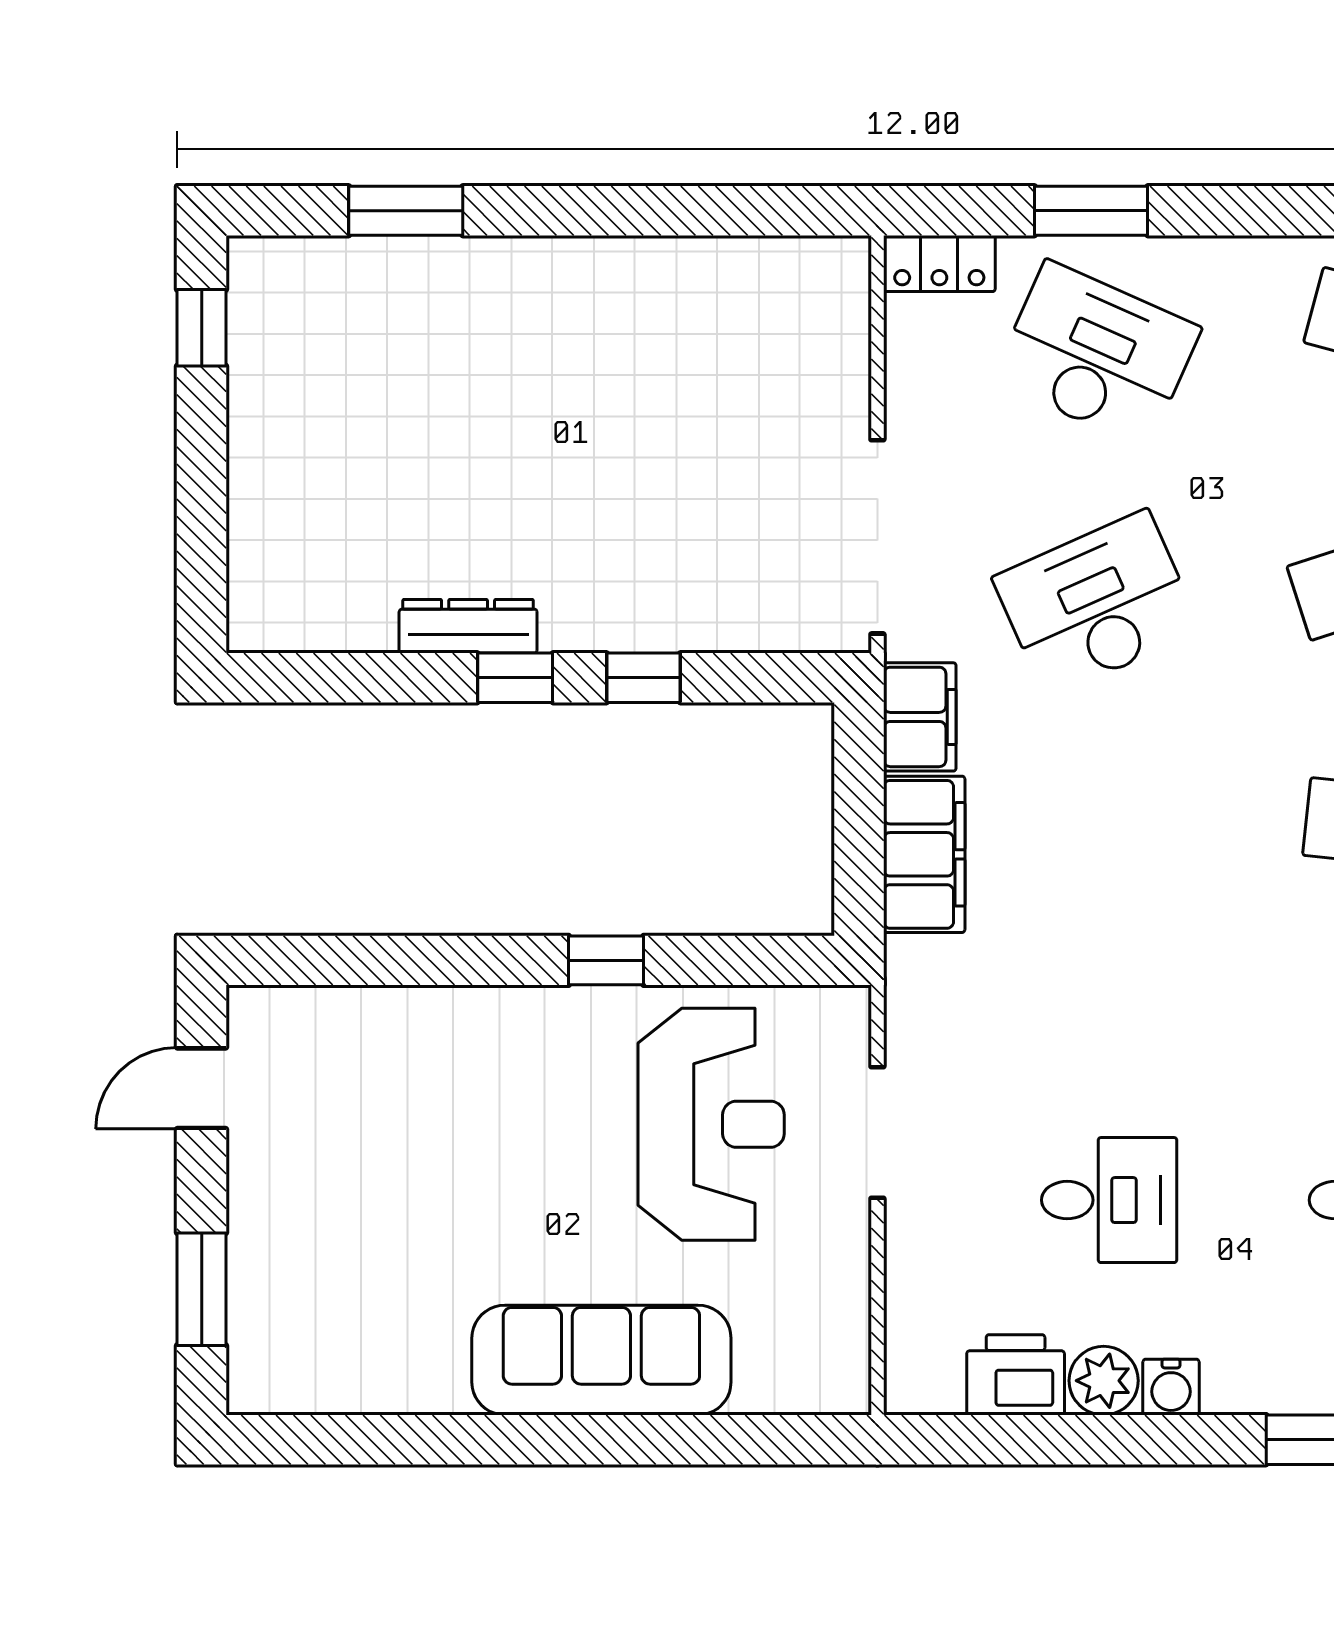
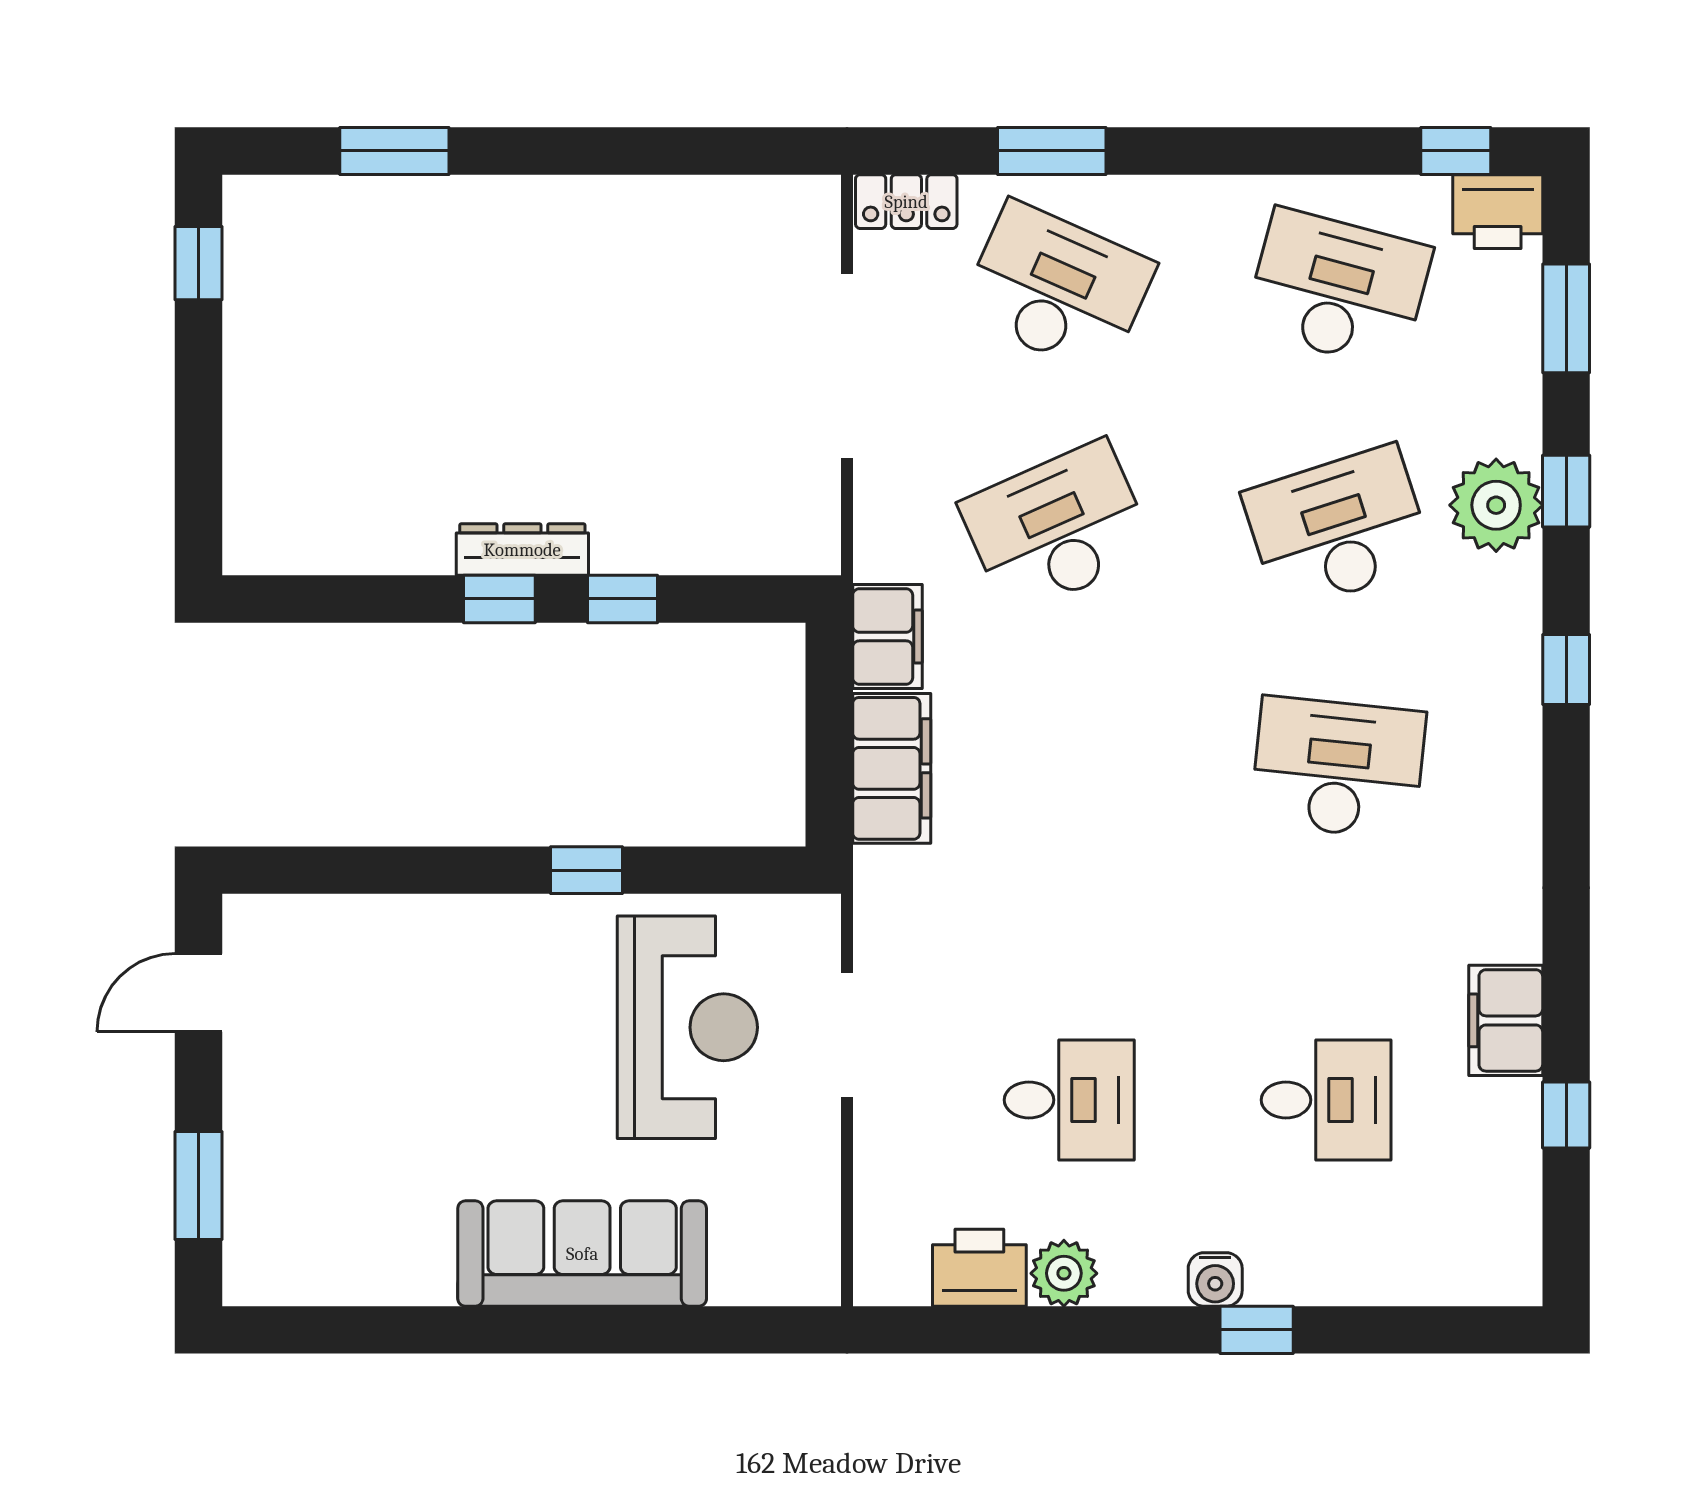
doorway: (877, 537) -> (847, 366), moved
dresser: (468, 626) -> (522, 550), moved
water cooler: (1171, 1387) -> (1215, 1279), moved

